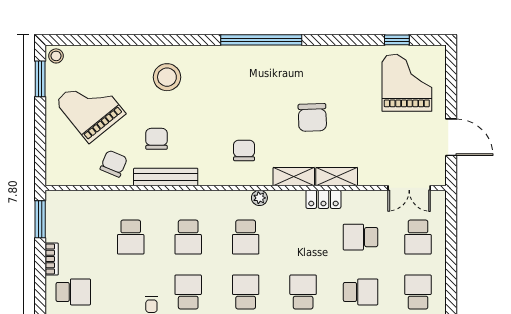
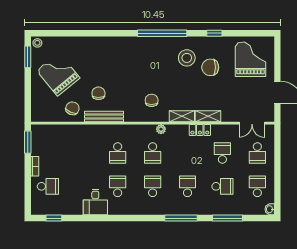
window: (397, 40) -> (214, 33), moved
stool: (167, 77) -> (187, 58), moved
chair: (312, 117) -> (210, 67), moved, turned 92
school desk: (131, 237) -> (83, 153), removed
school desk: (361, 237) -> (222, 153), turned 90

